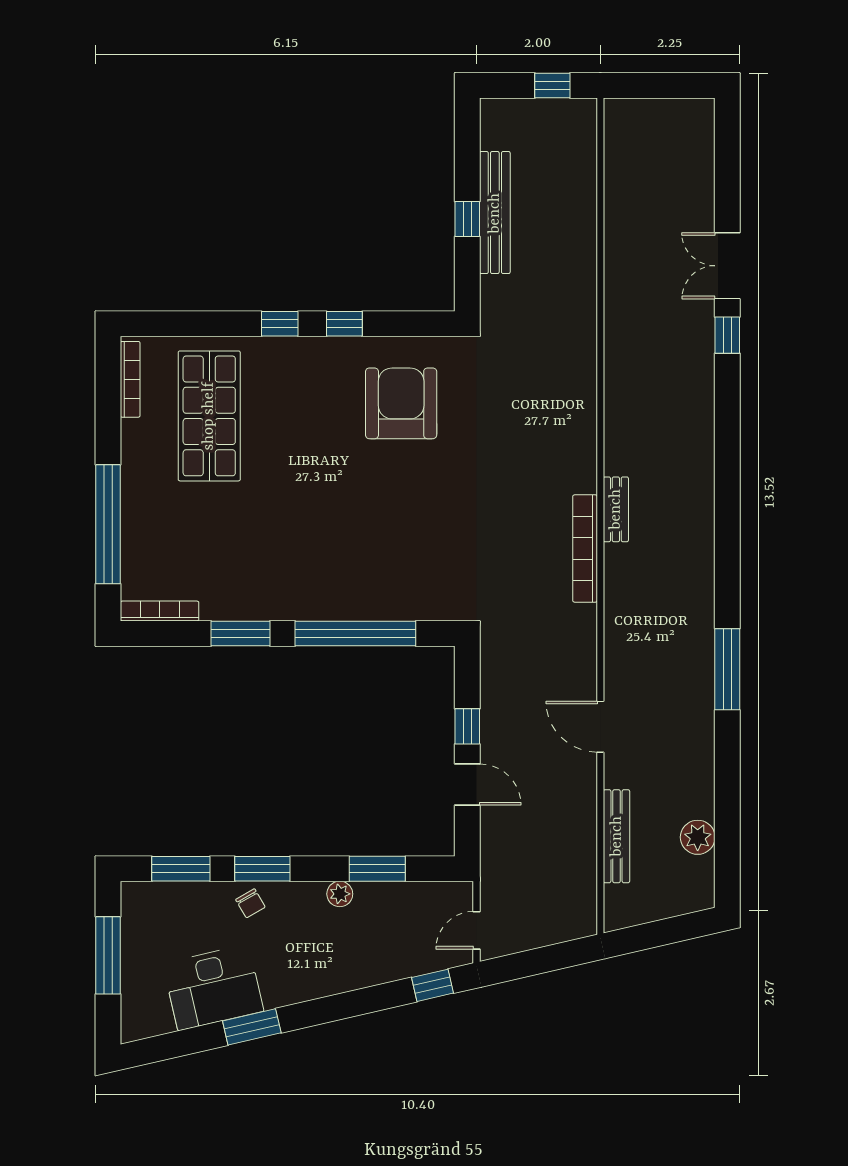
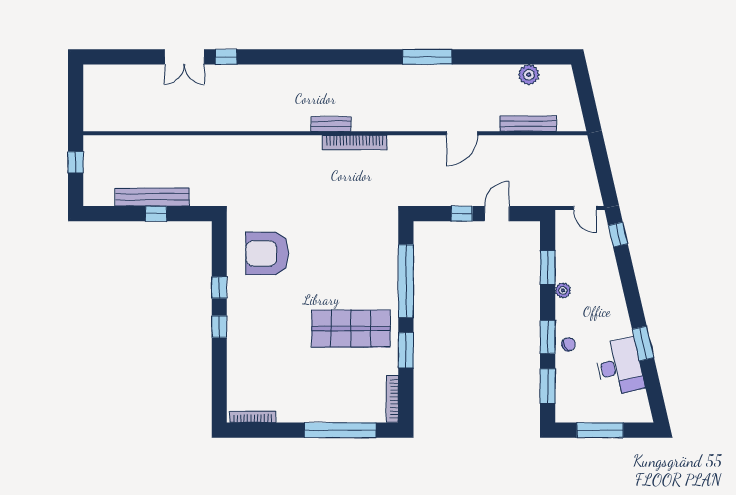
shop shelf: (209, 416) -> (351, 329), moved

